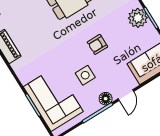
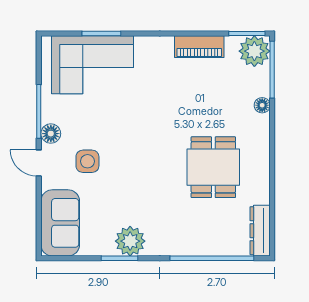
armchair: (97, 44) -> (128, 167), removed
side table: (85, 75) -> (87, 161), moved

